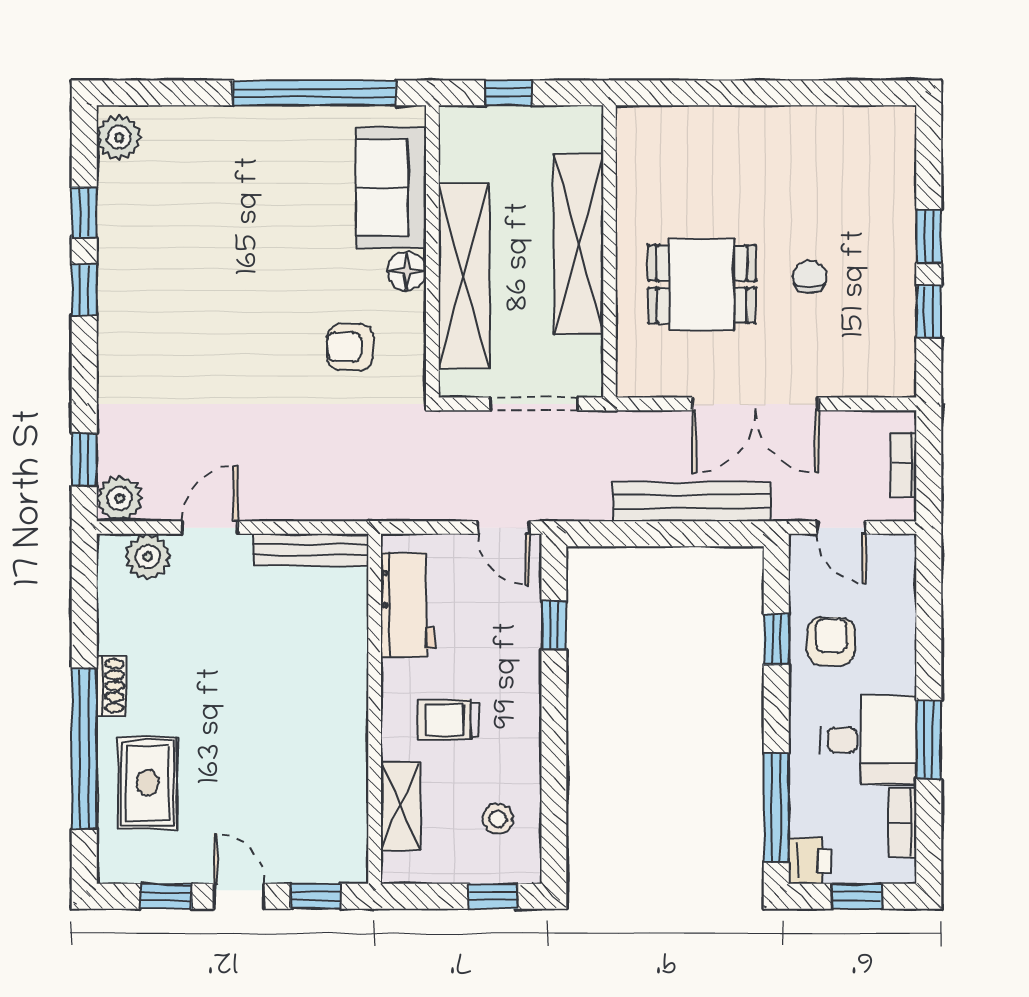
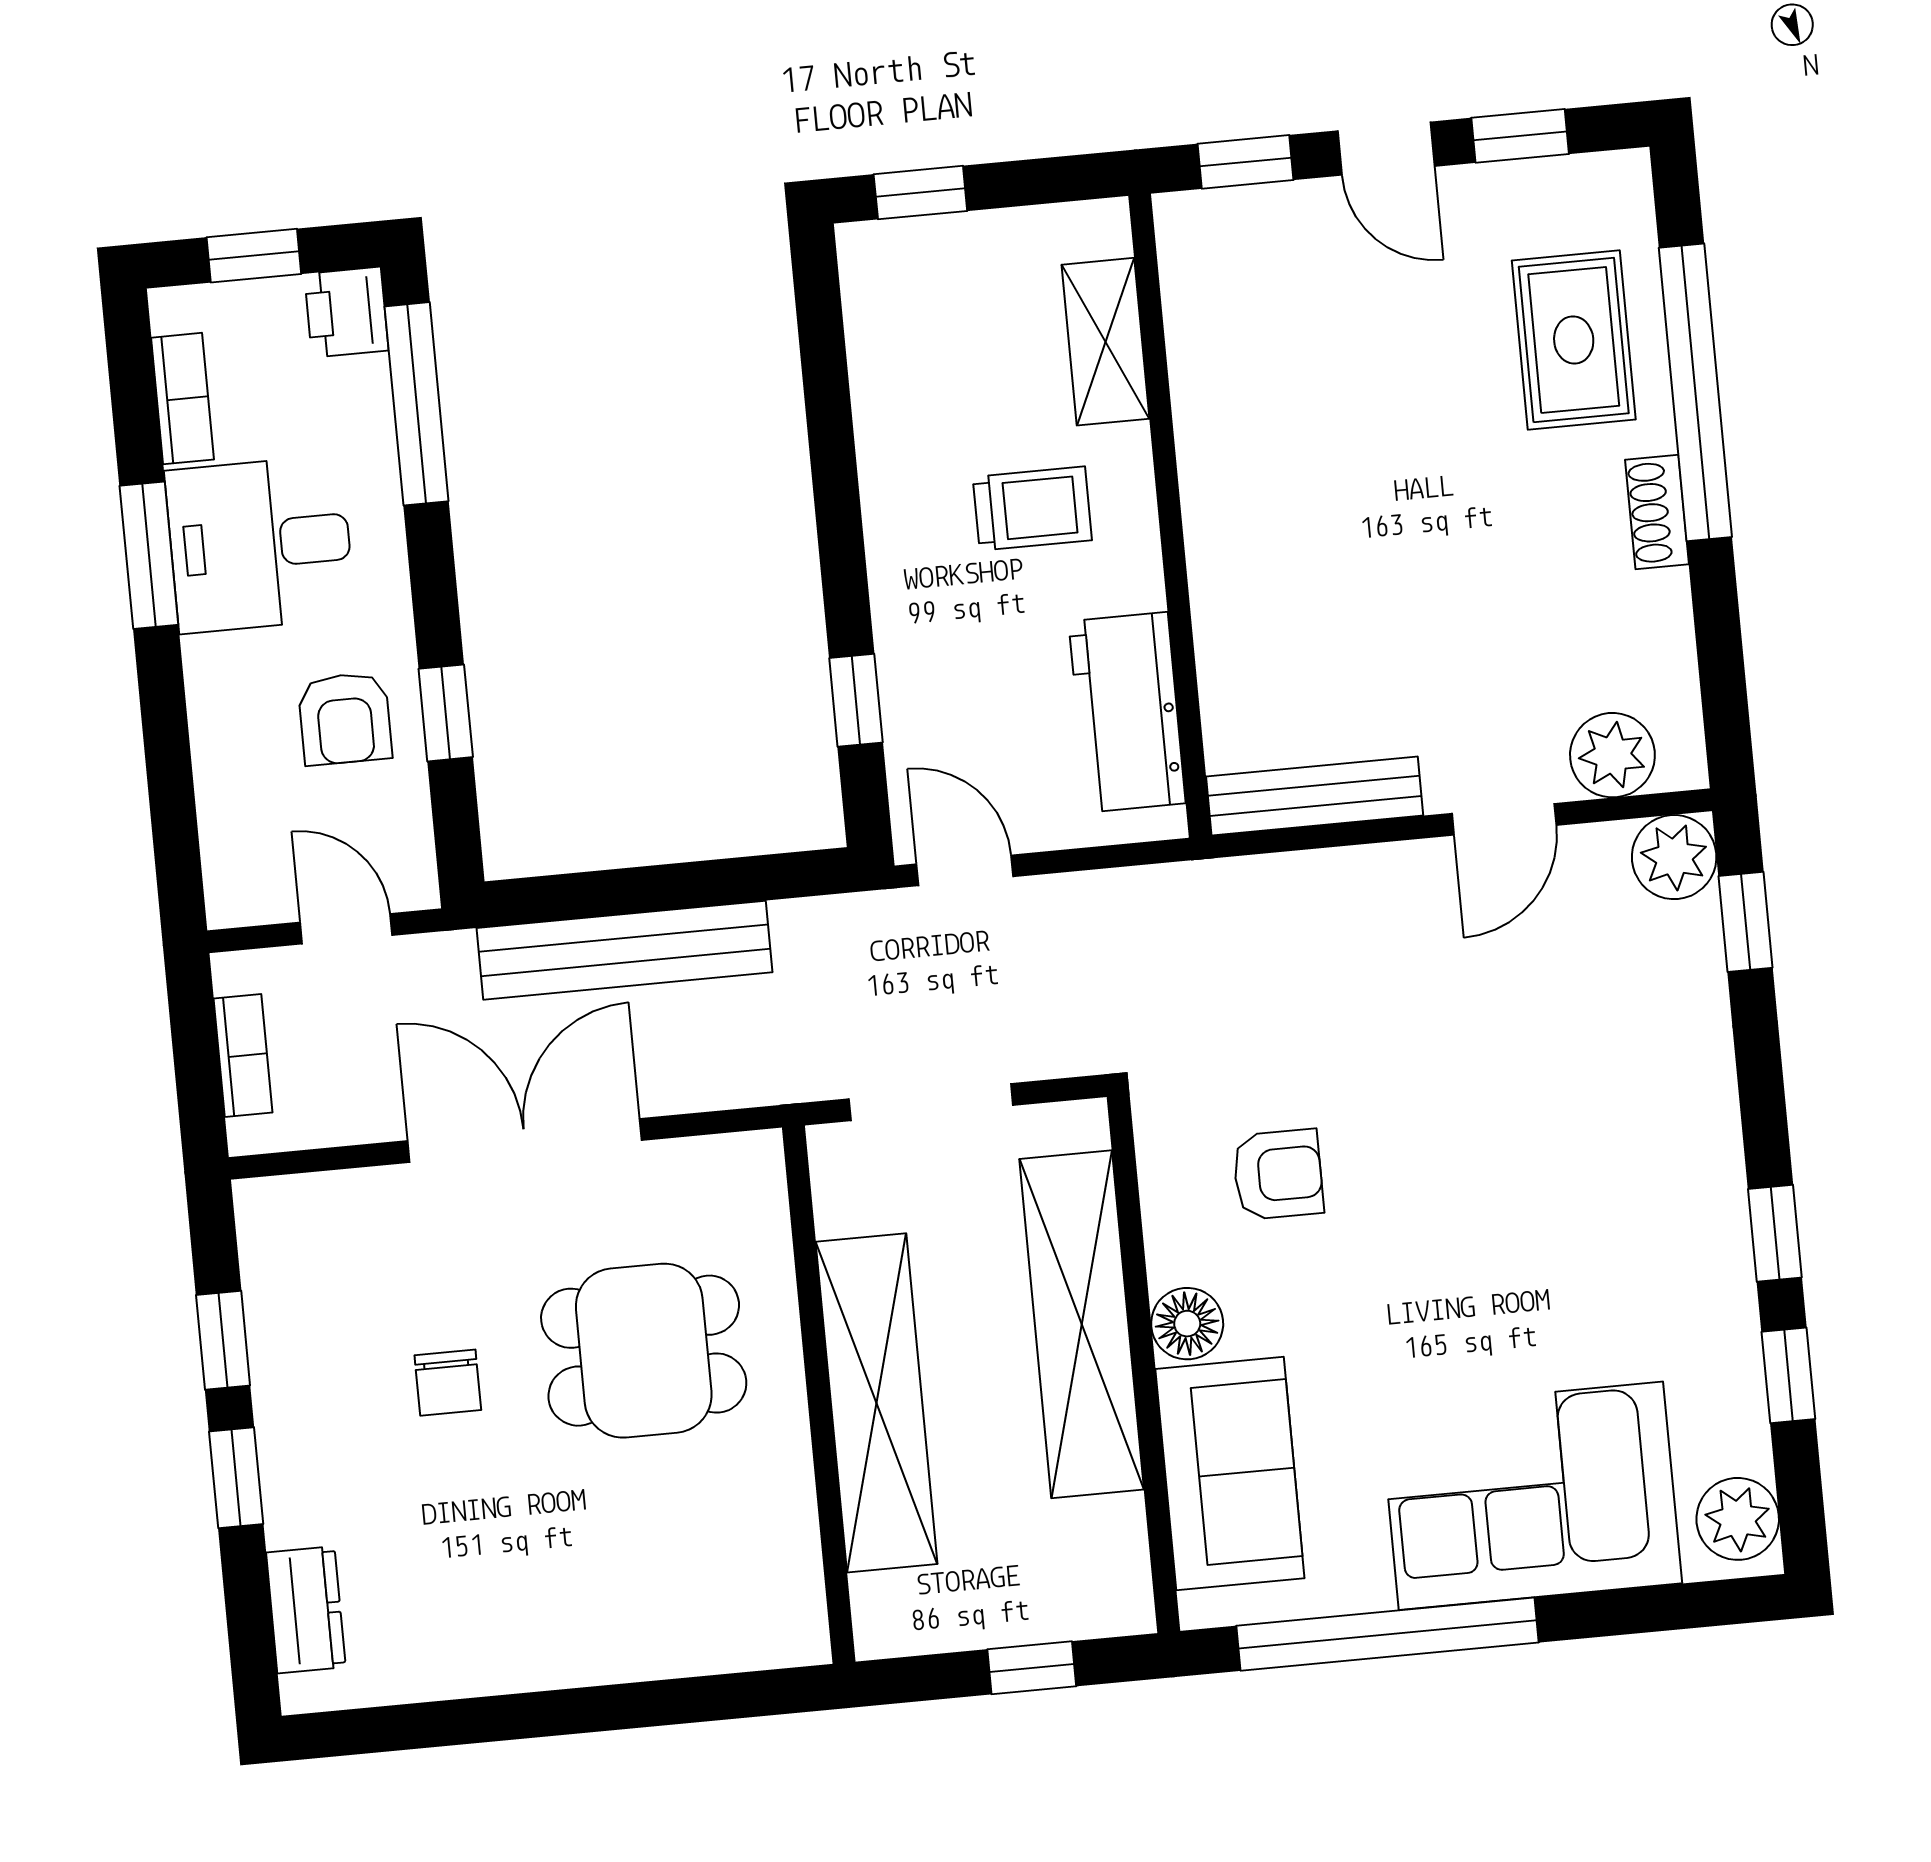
corner sofa: (230, 160) -> (1531, 1496), added
dresser: (898, 161) -> (306, 1610), added
stool: (498, 819) -> (925, 335), removed

